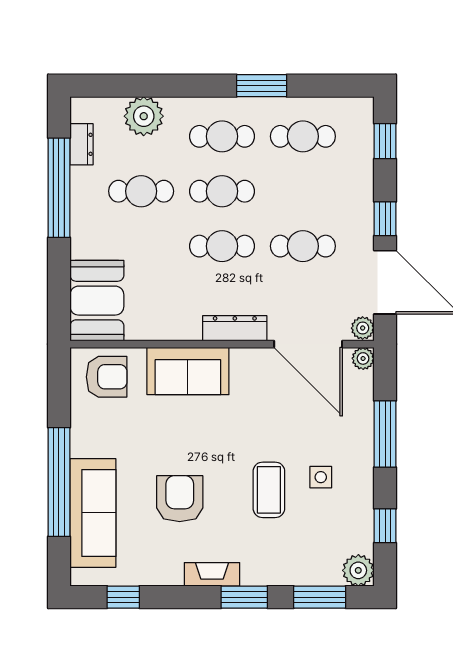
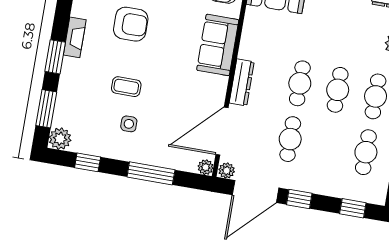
cafe table: (141, 191) -> (347, 34), removed
coffee table: (269, 490) -> (126, 87), width x0.73, depth x0.77

